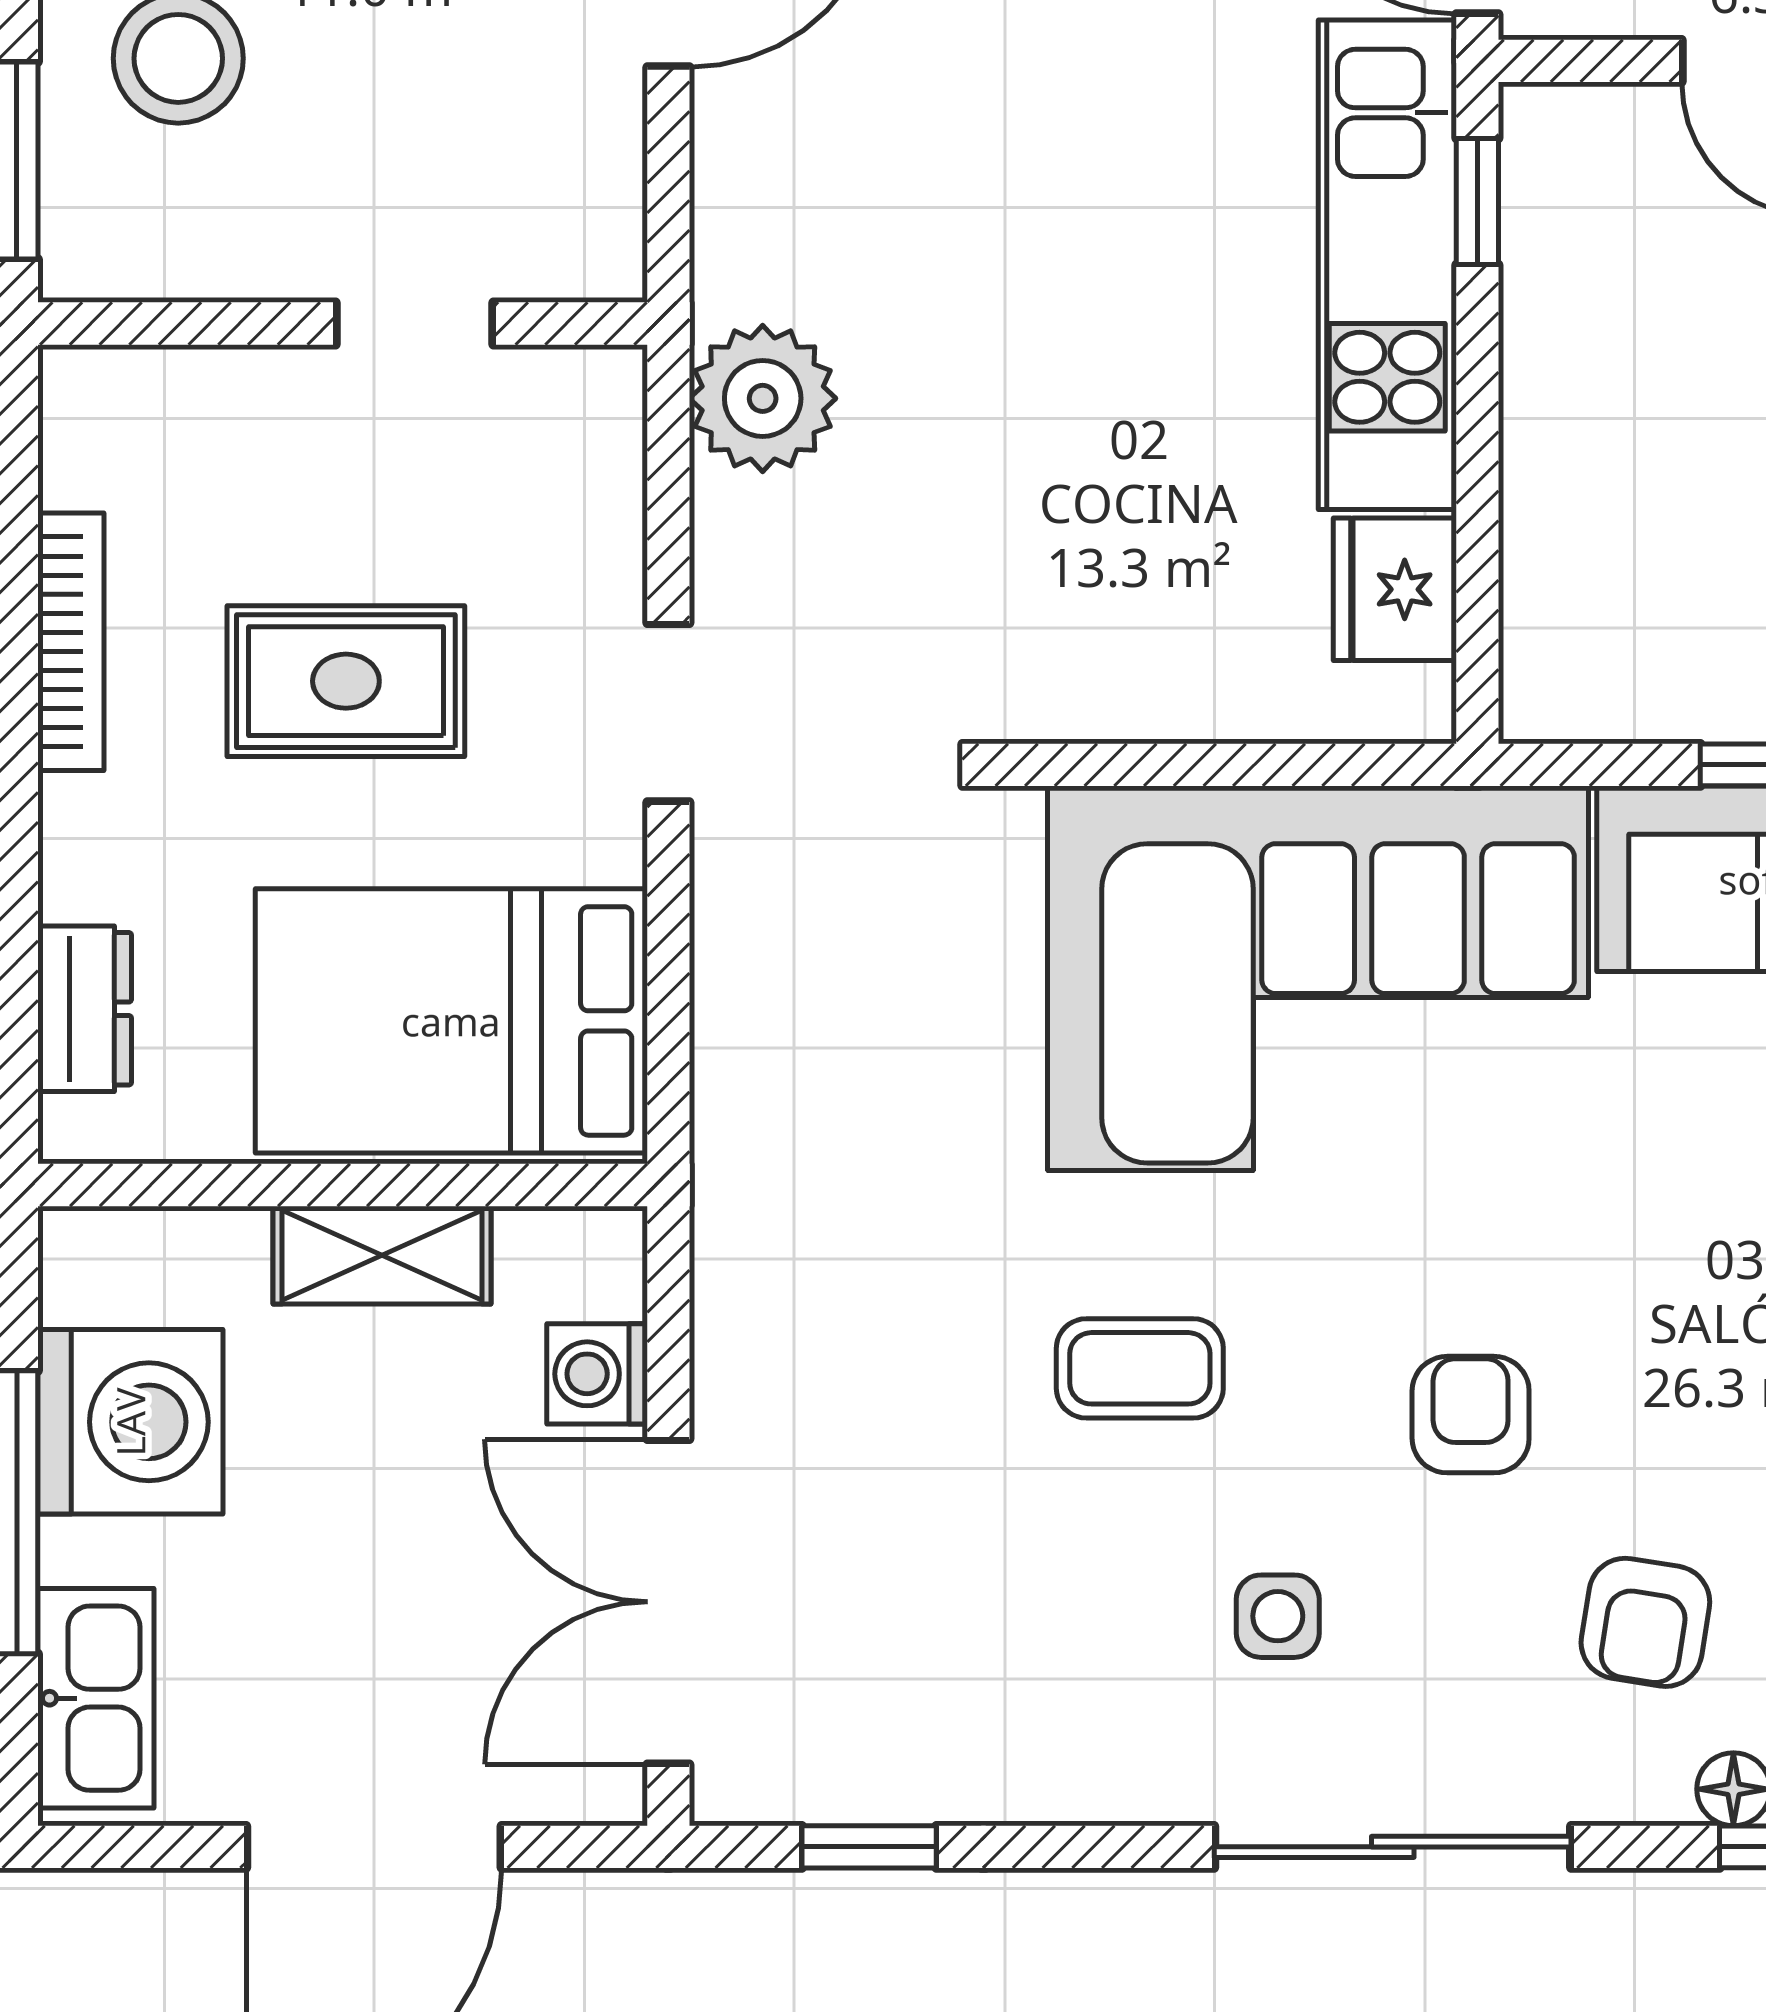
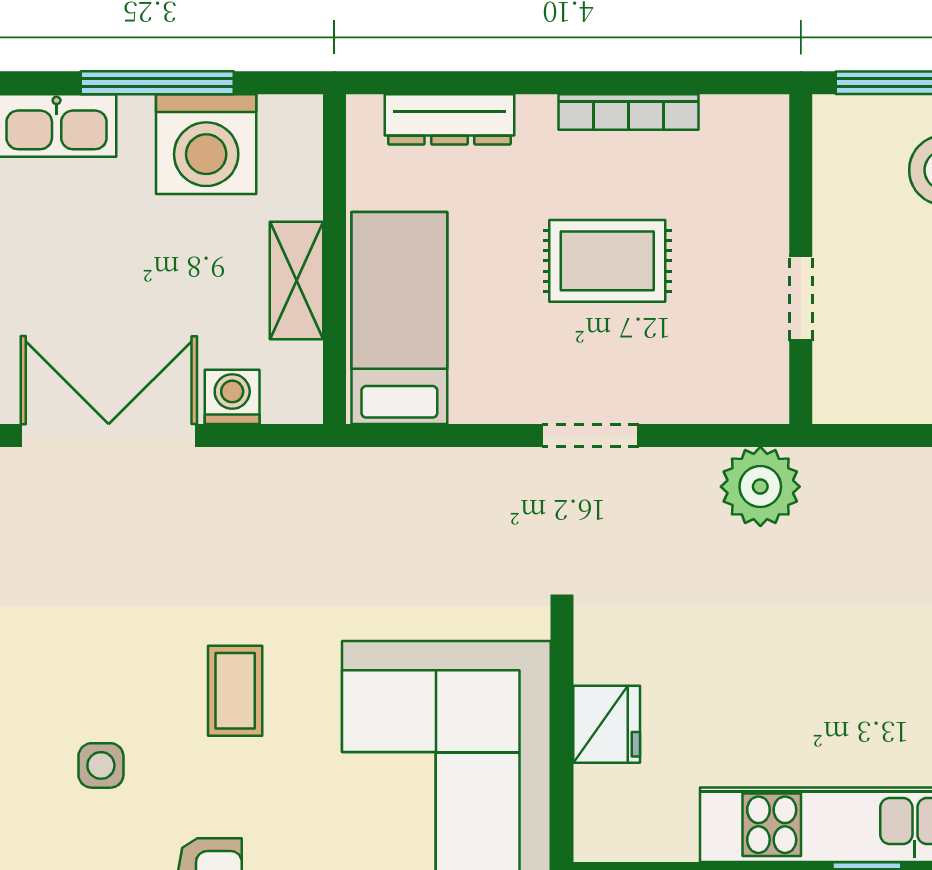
fridge: (1395, 589) -> (607, 724), moved, turned 90
rug: (346, 681) -> (607, 261), turned 90
dresser: (85, 1009) -> (449, 119), width x1.44
bed: (451, 1021) -> (399, 318), width x0.67

